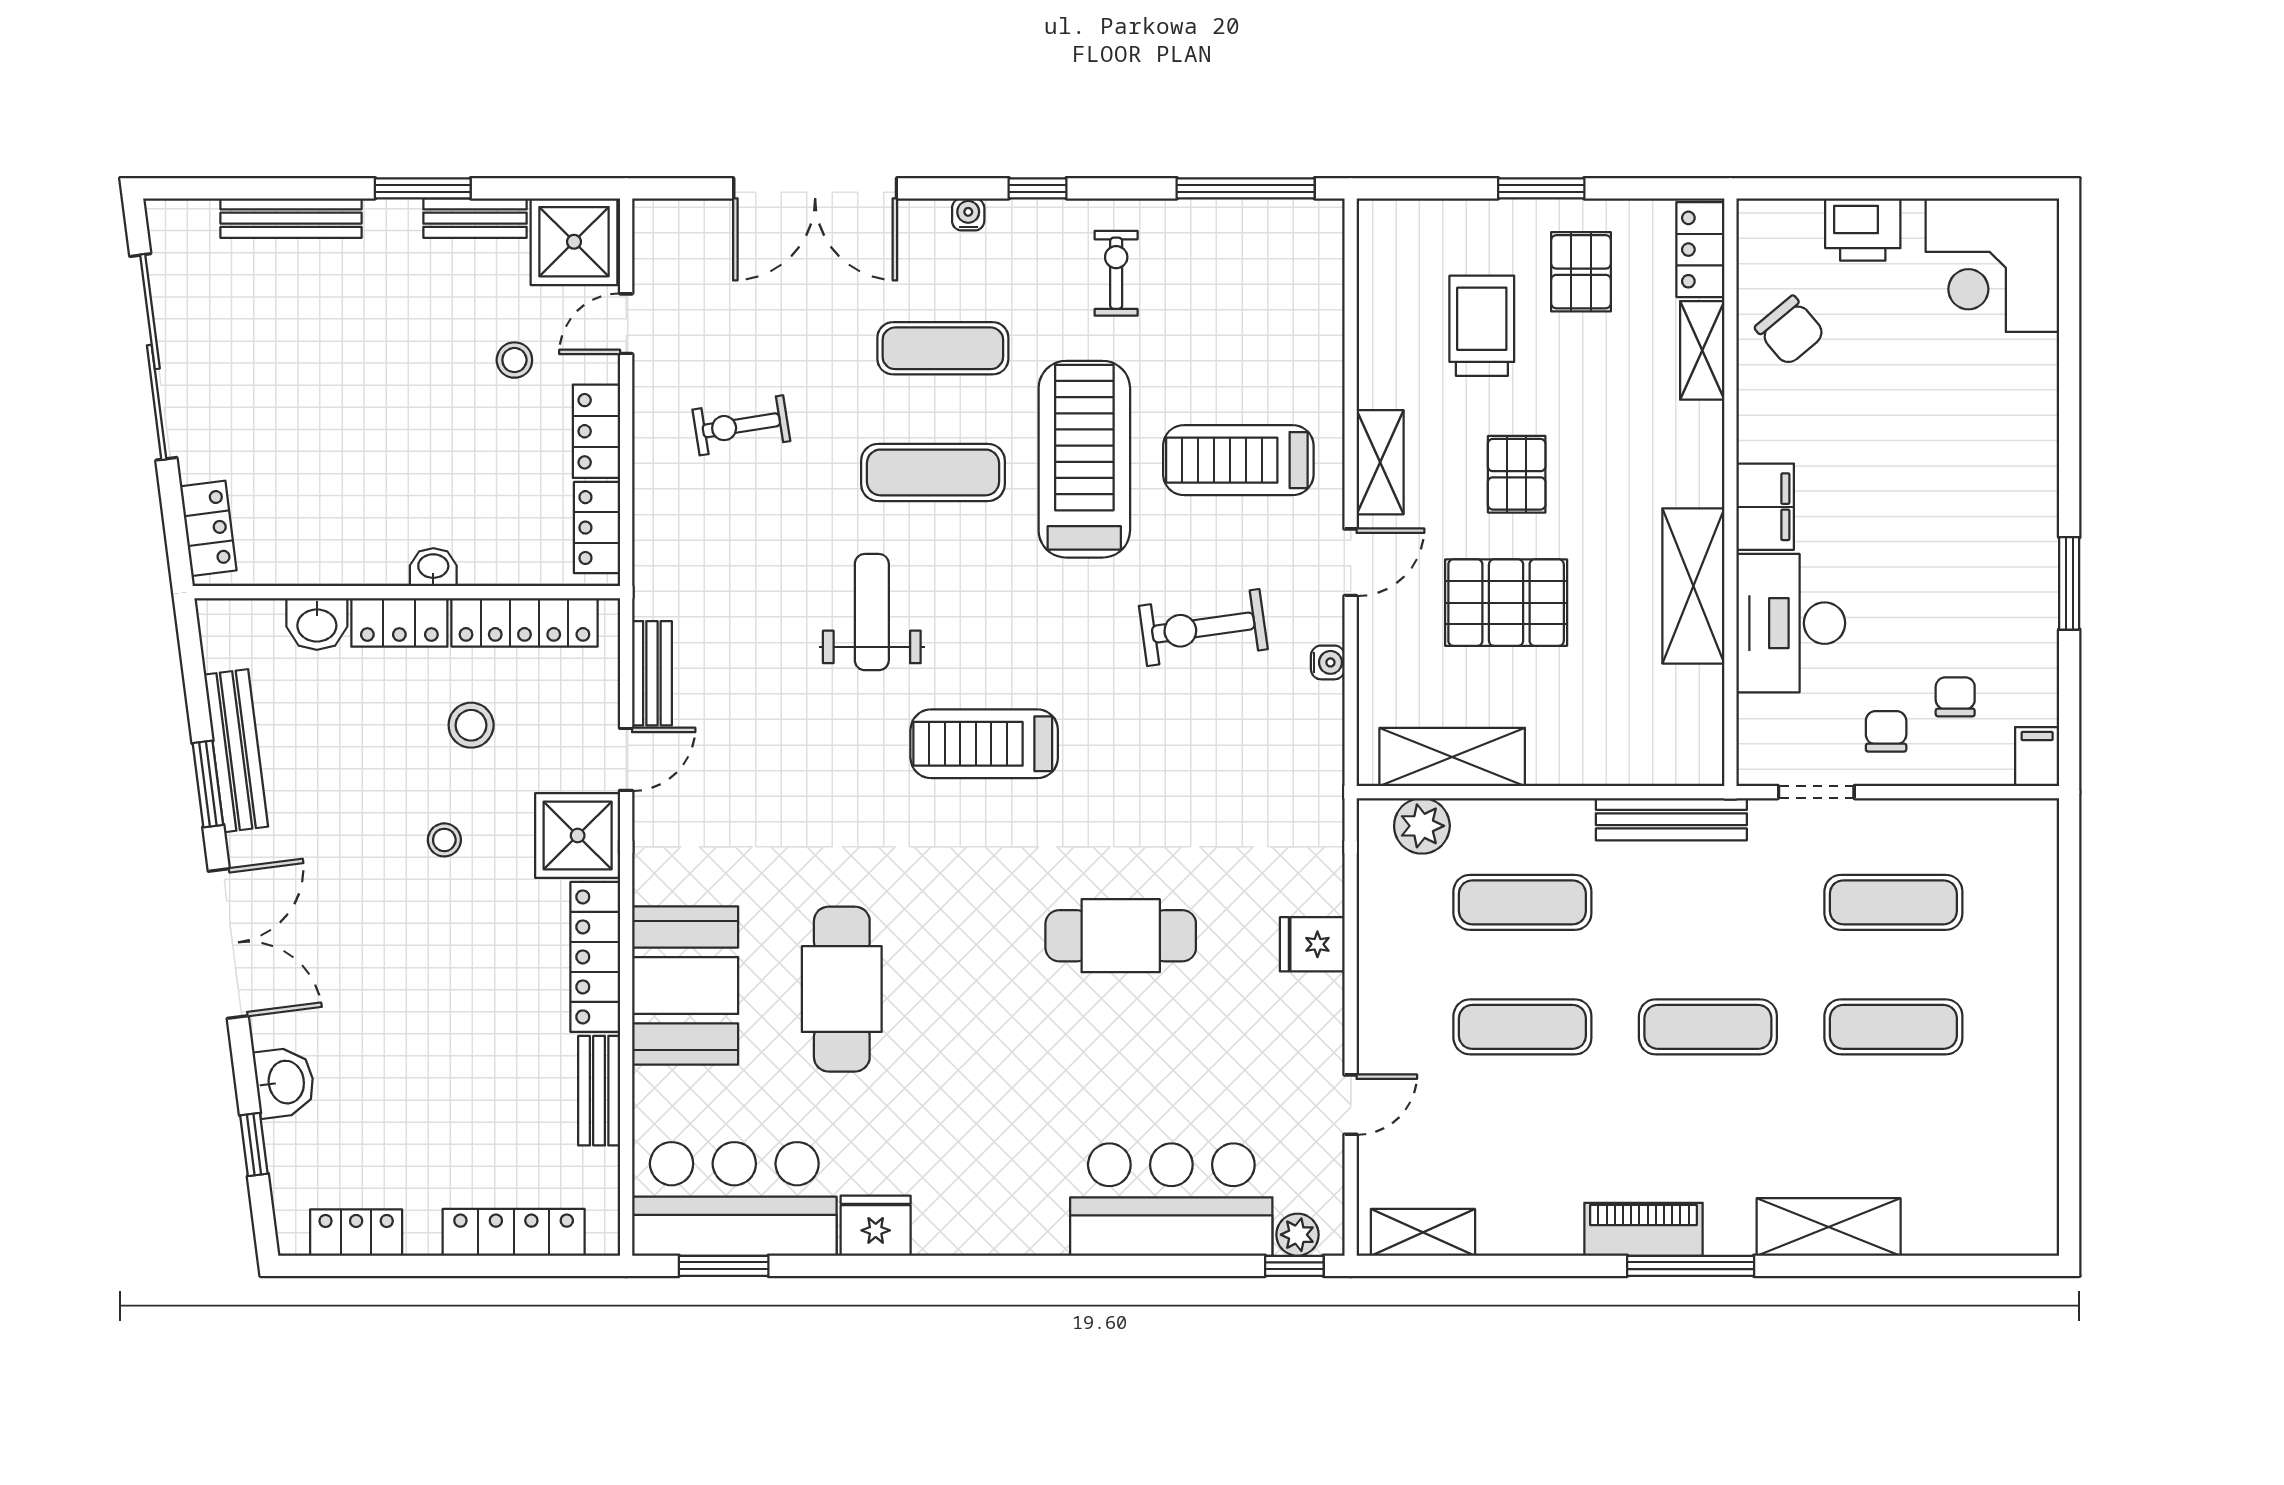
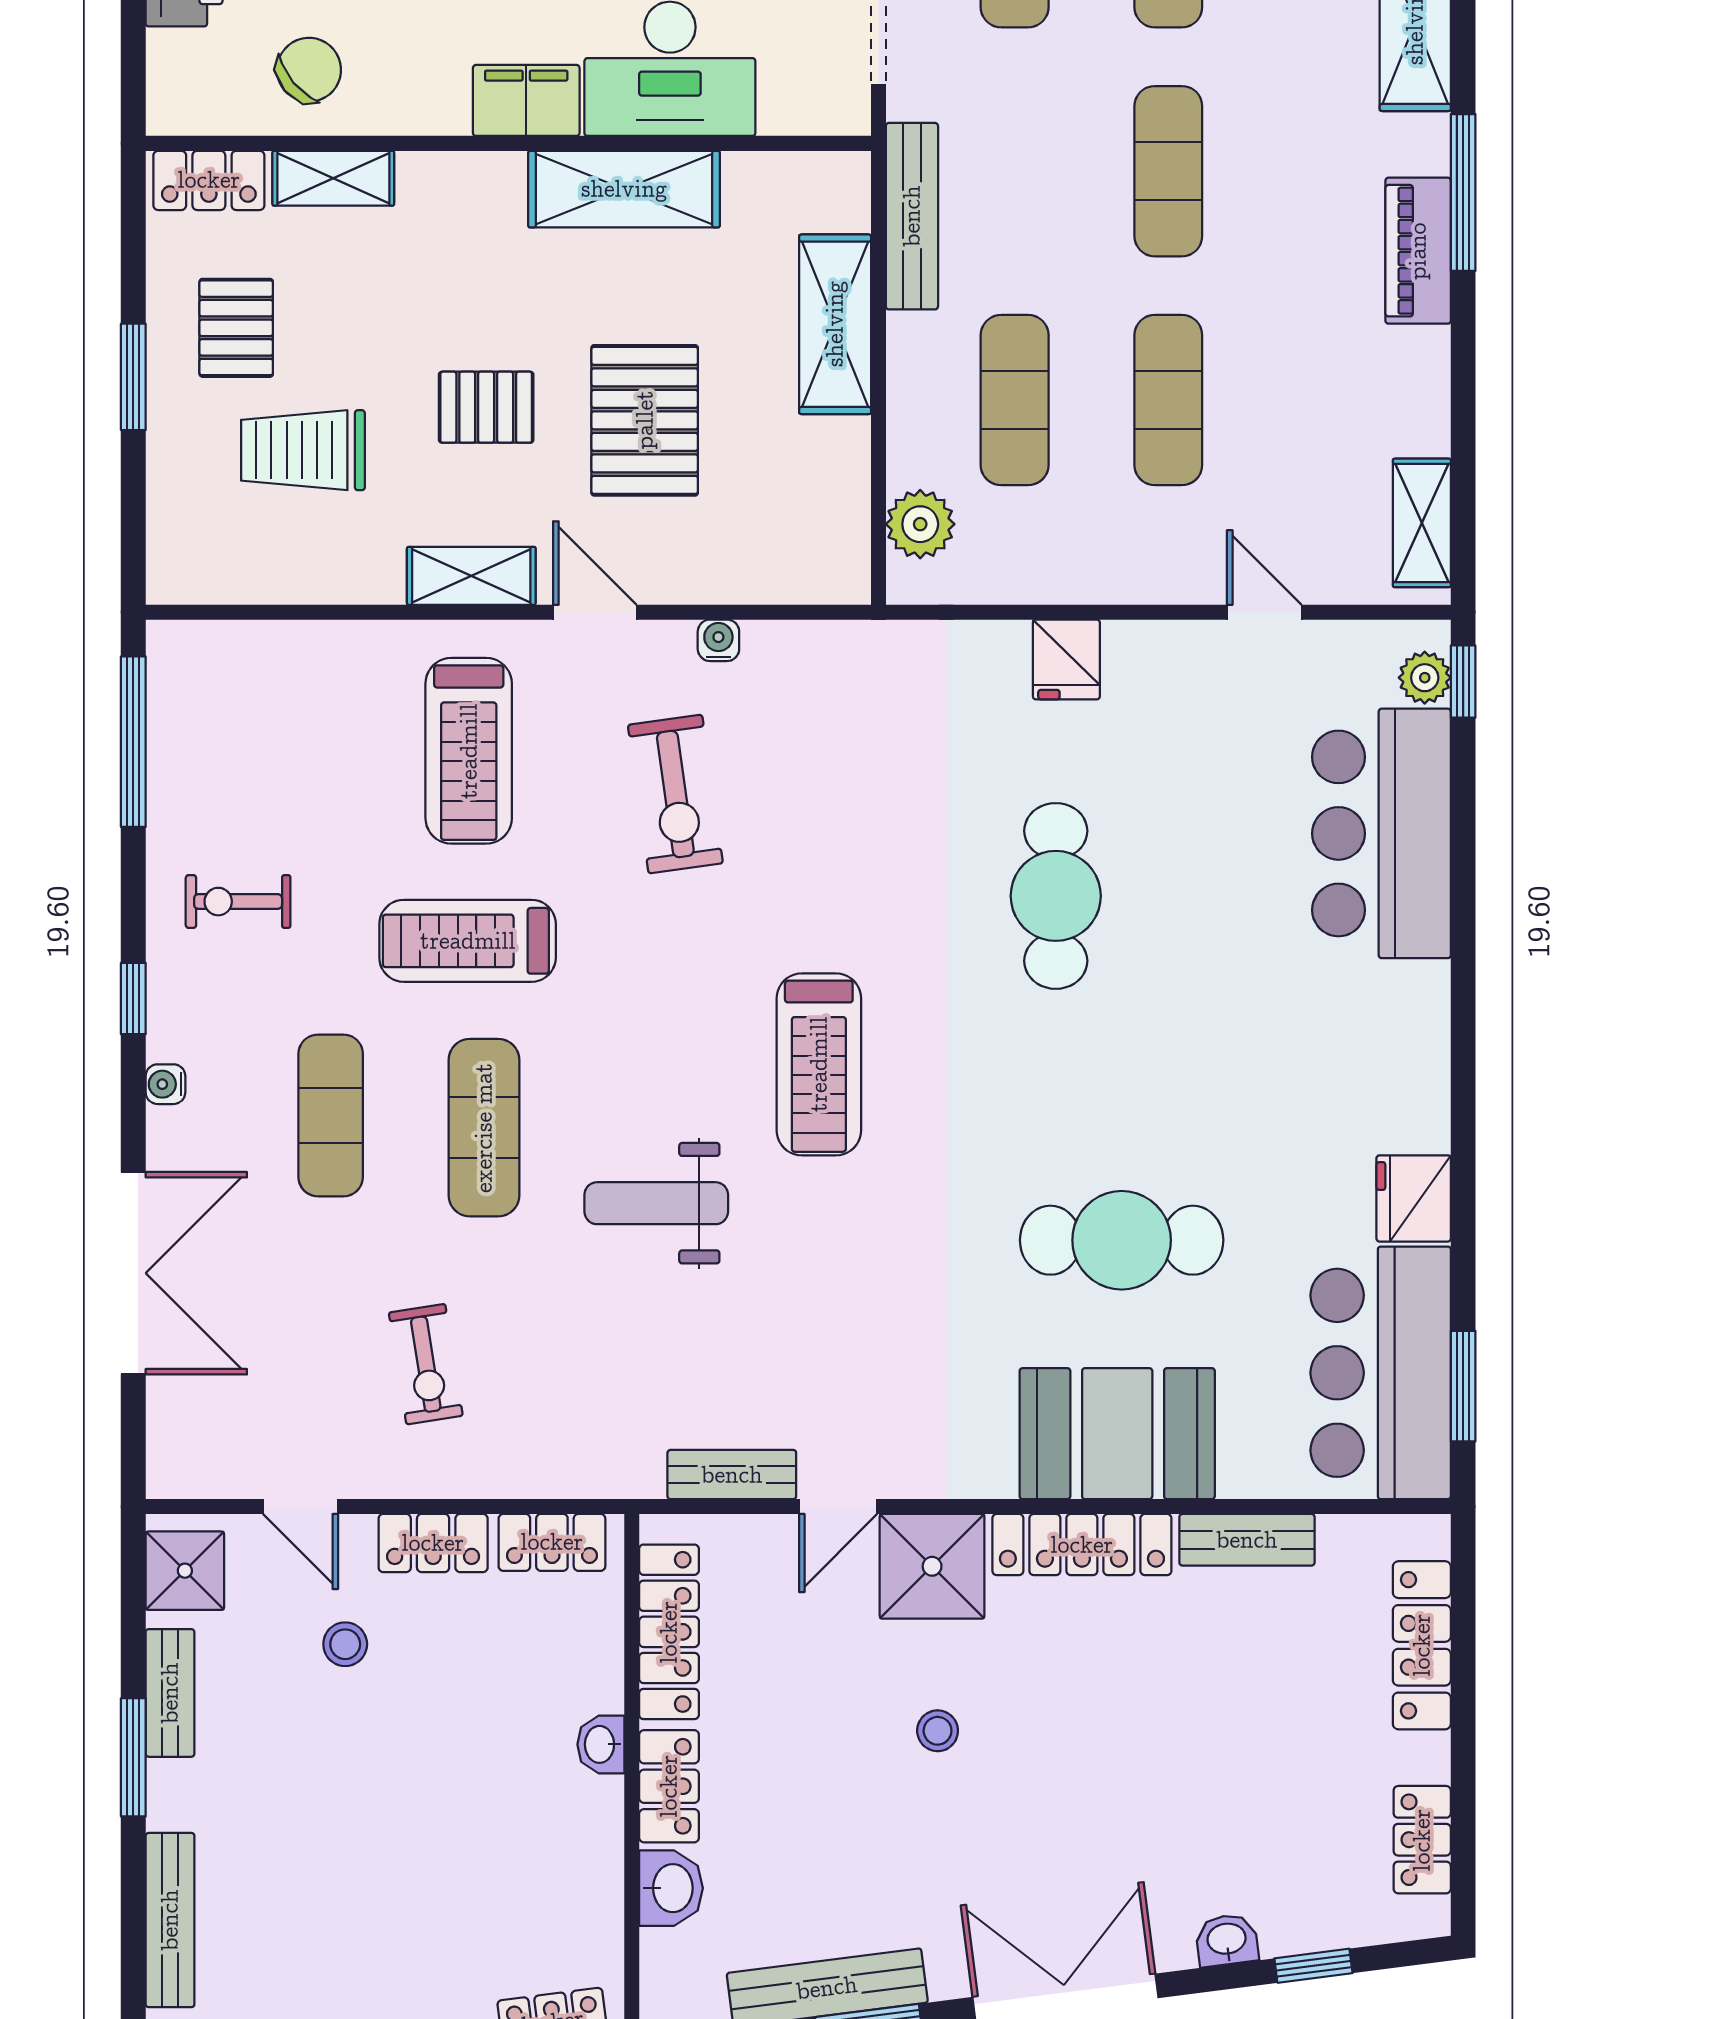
shower: (574, 242) -> (185, 1571), width x0.73, depth x0.73
pallet: (1581, 272) -> (236, 328), turned 90
treadmill: (1084, 459) -> (468, 941), width x0.73, depth x0.73
stool: (471, 725) -> (796, 1698), removed
shelving: (1452, 757) -> (835, 324), moved
door: (626, 759) -> (838, 1507), swing flipped
washbasin: (285, 1082) -> (1227, 1940), width x0.72, depth x0.69

